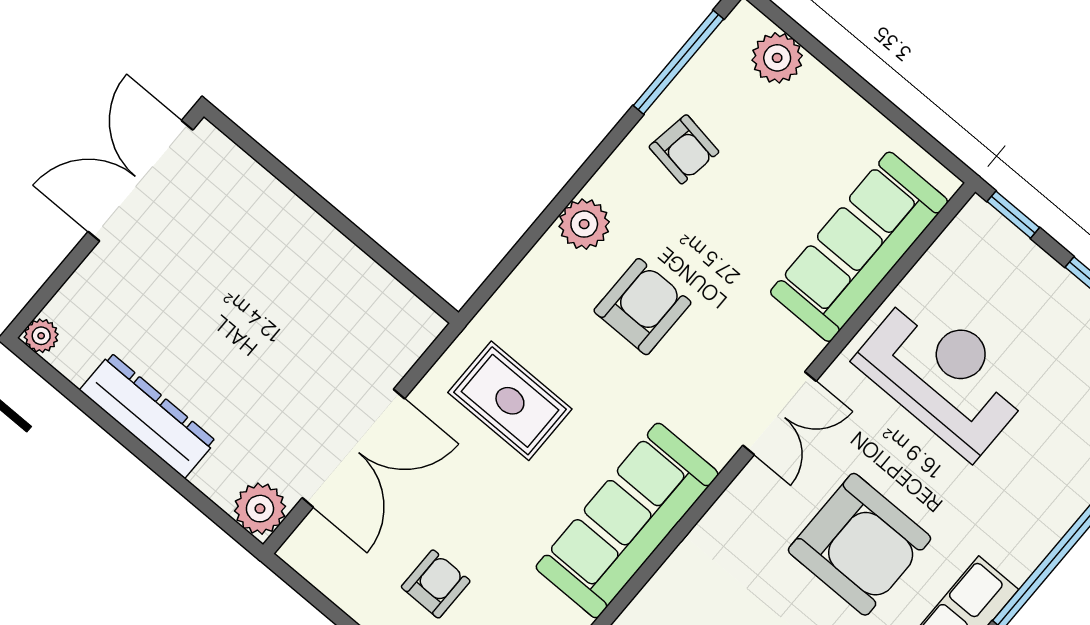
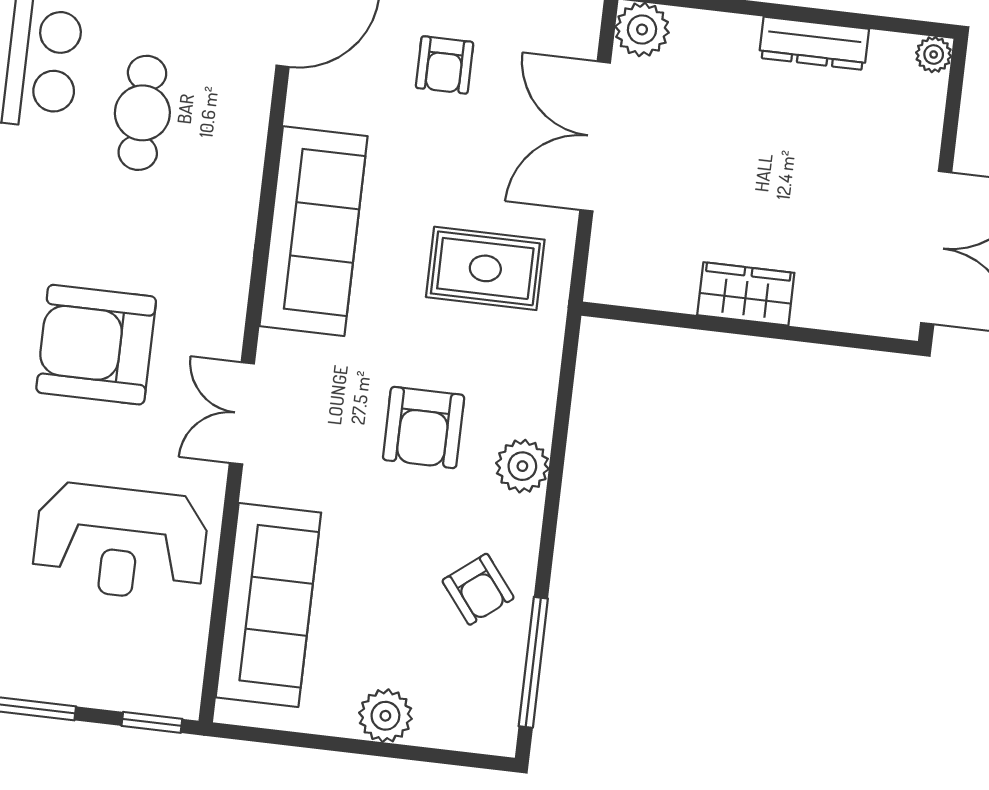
plant: (777, 58) -> (385, 716), moved
armchair: (684, 149) -> (478, 589), turned -137
wardrobe: (316, 244) -> (746, 294), added
dresser: (148, 416) -> (814, 43), width x0.73, depth x0.80

